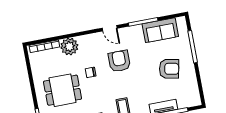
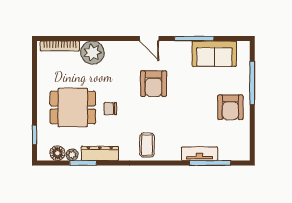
armchair: (119, 61) -> (154, 84), turned 180
armchair: (169, 69) -> (230, 107), moved, turned 79
chair: (91, 72) -> (110, 109), moved

